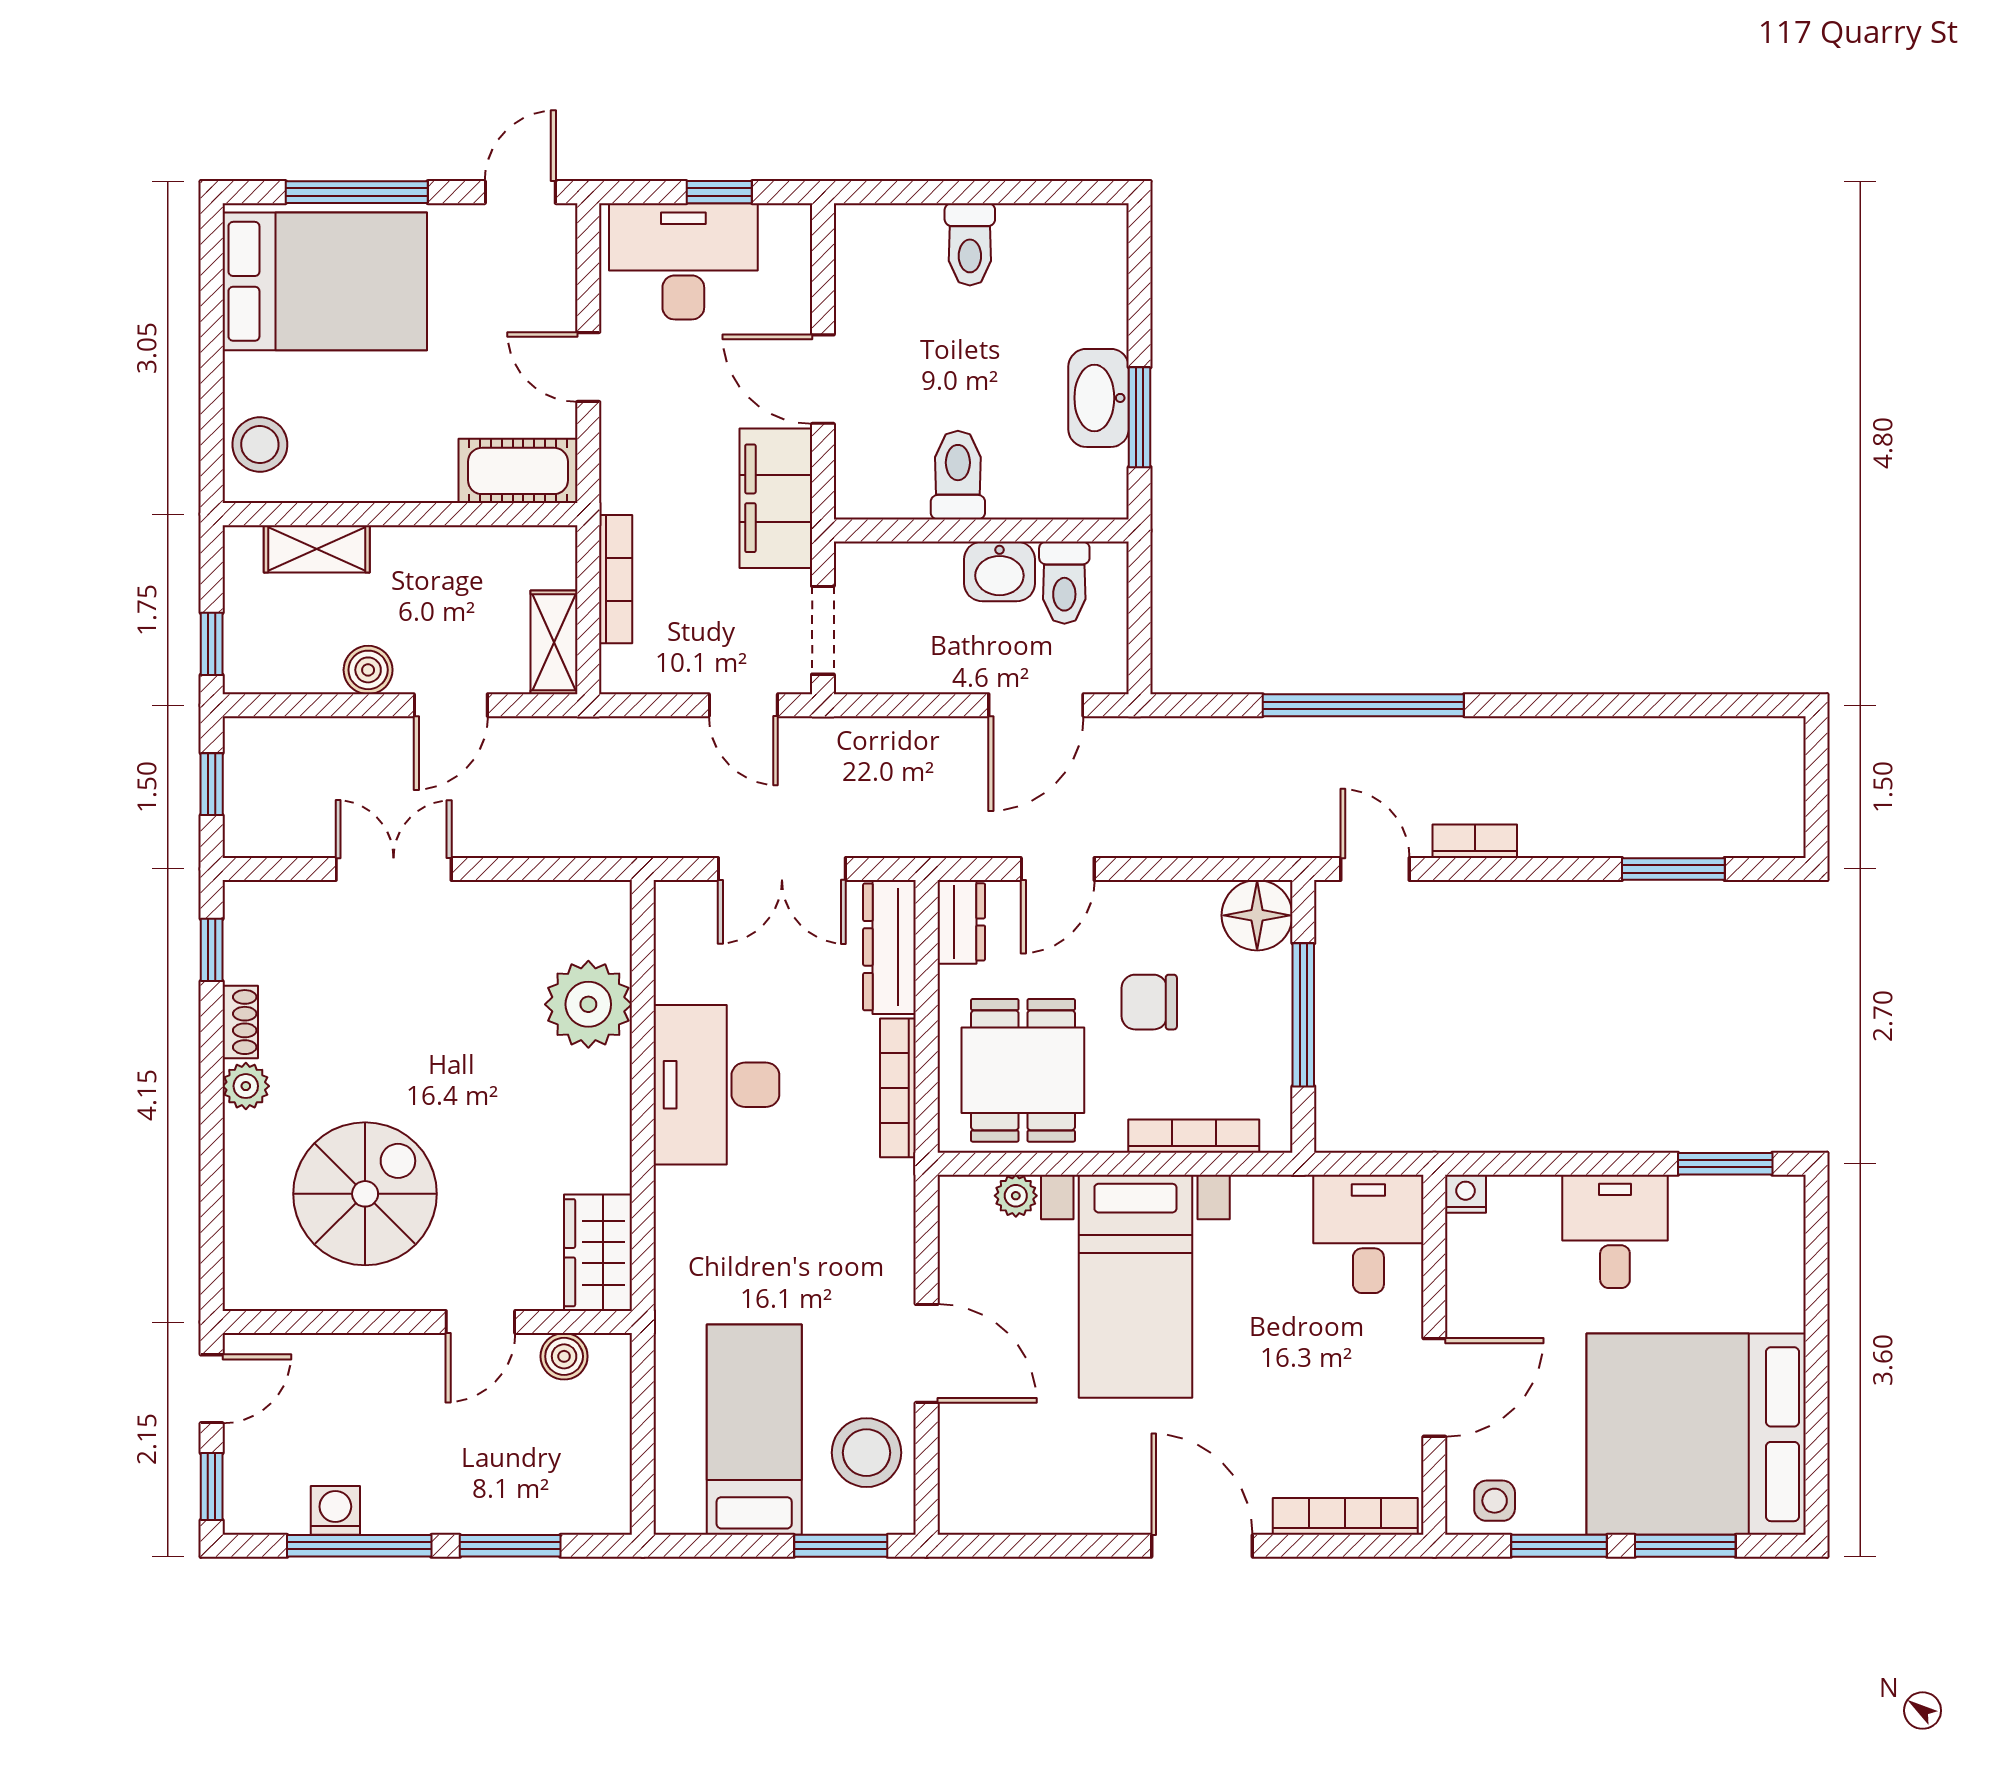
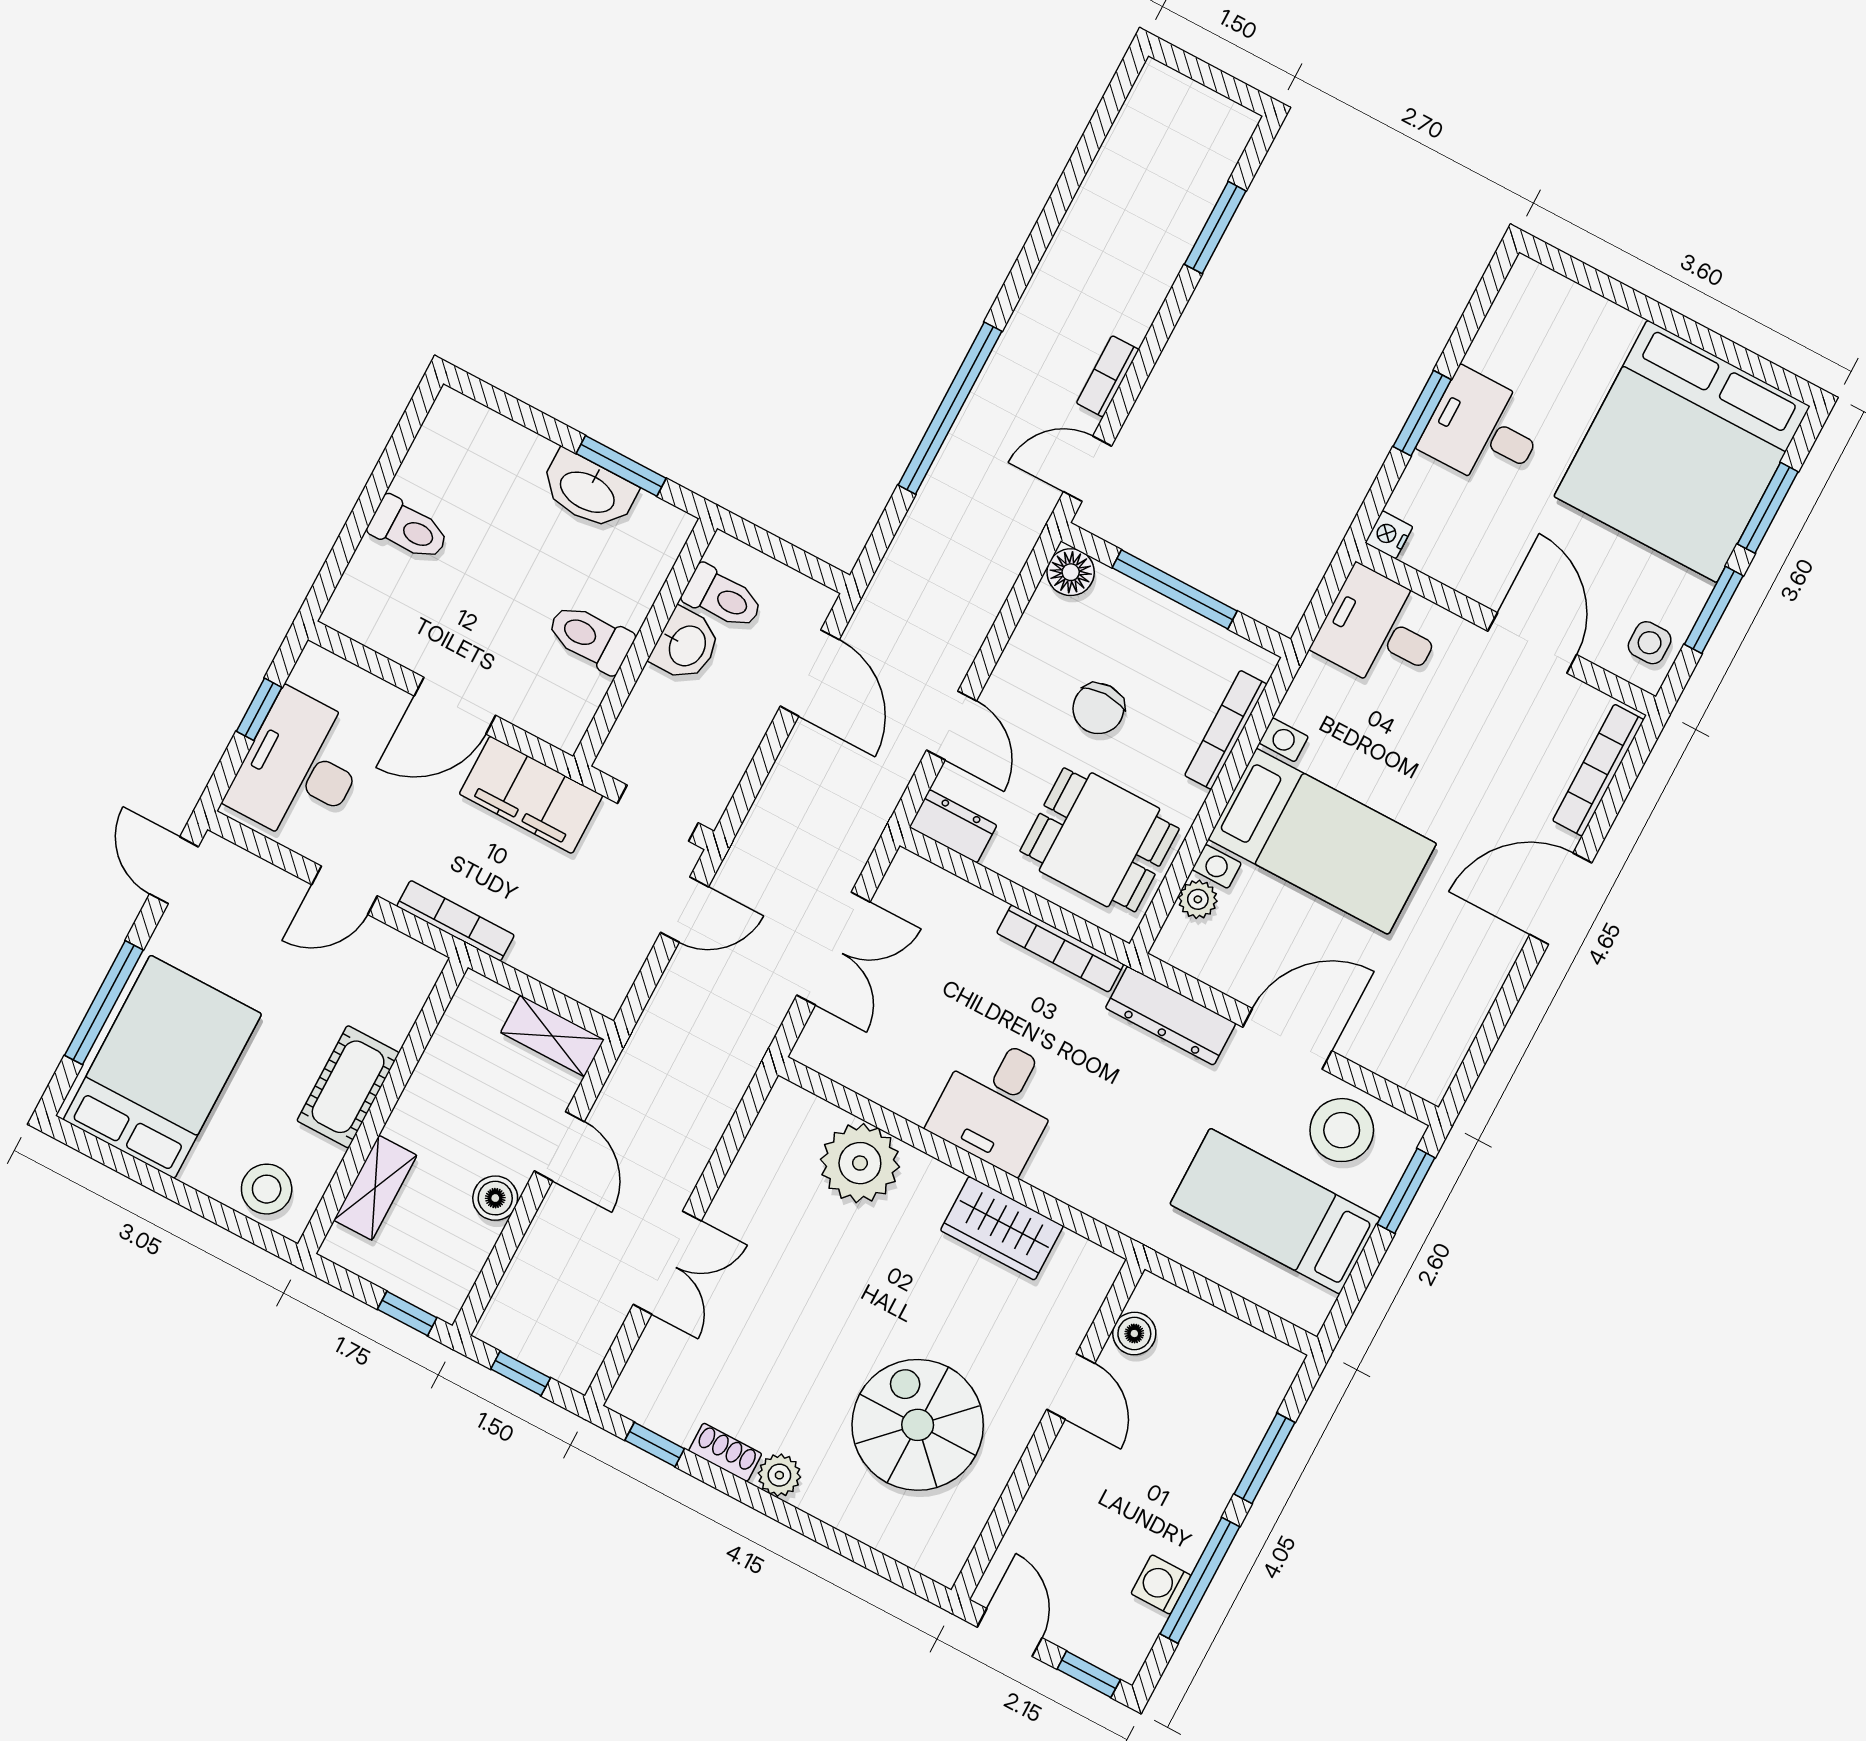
cot: (518, 471) -> (348, 1087), moved
bookcase: (616, 579) -> (456, 921), moved
double door: (394, 869) -> (667, 1263), swing flipped
floor lamp: (1257, 915) -> (1071, 572), width x0.73, depth x0.73
dresser: (889, 947) -> (1171, 1016), moved
desk: (716, 1085) -> (997, 1103), width x0.73
window: (1725, 1164) -> (1422, 413), moved
wardrobe: (598, 1253) -> (1002, 1228), moved

